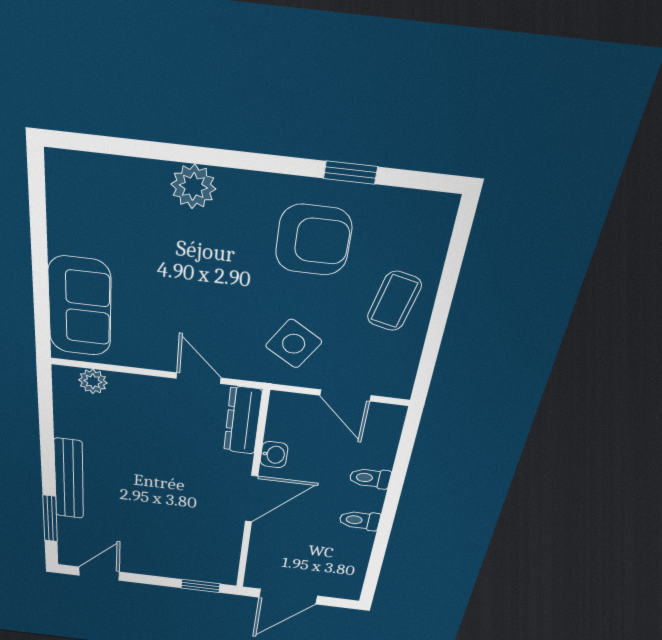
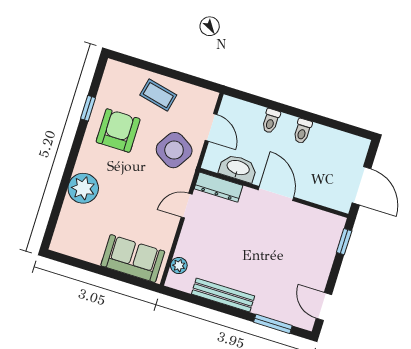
plant: (193, 187) -> (83, 188), width x1.36, depth x1.36
side table: (294, 344) -> (174, 150), width x1.37, depth x1.37
door: (345, 395) -> (211, 127), hinge flipped
washbasin: (274, 455) -> (238, 168), width x1.91, depth x1.45
bench: (69, 479) -> (223, 295), moved

